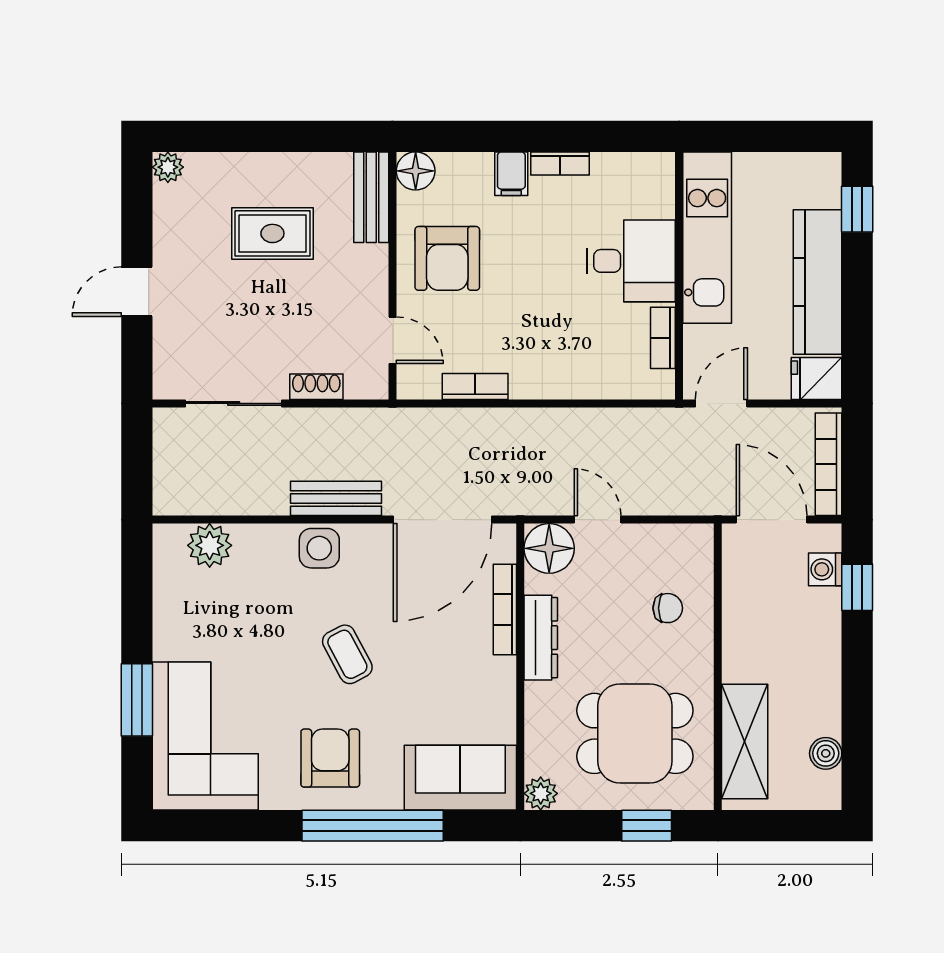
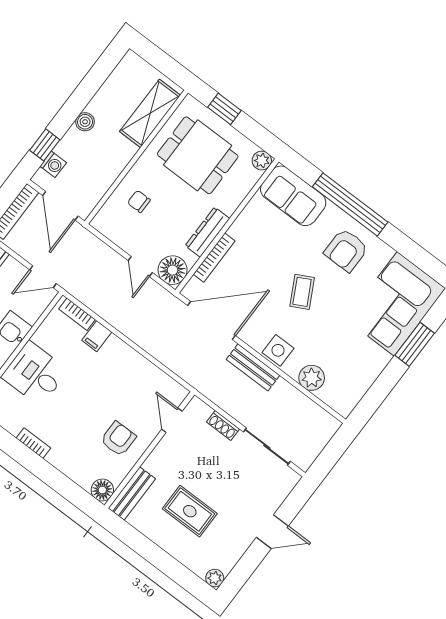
filing cabinet: (511, 174) -> (97, 336), moved, turned 180
armchair: (447, 258) -> (118, 439), width x0.72, depth x0.72
bookcase: (663, 338) -> (77, 314), moved, turned 90
bookcase: (475, 386) -> (150, 370), removed
plant: (210, 545) -> (312, 378), moved
boiler: (826, 753) -> (85, 122), moved

